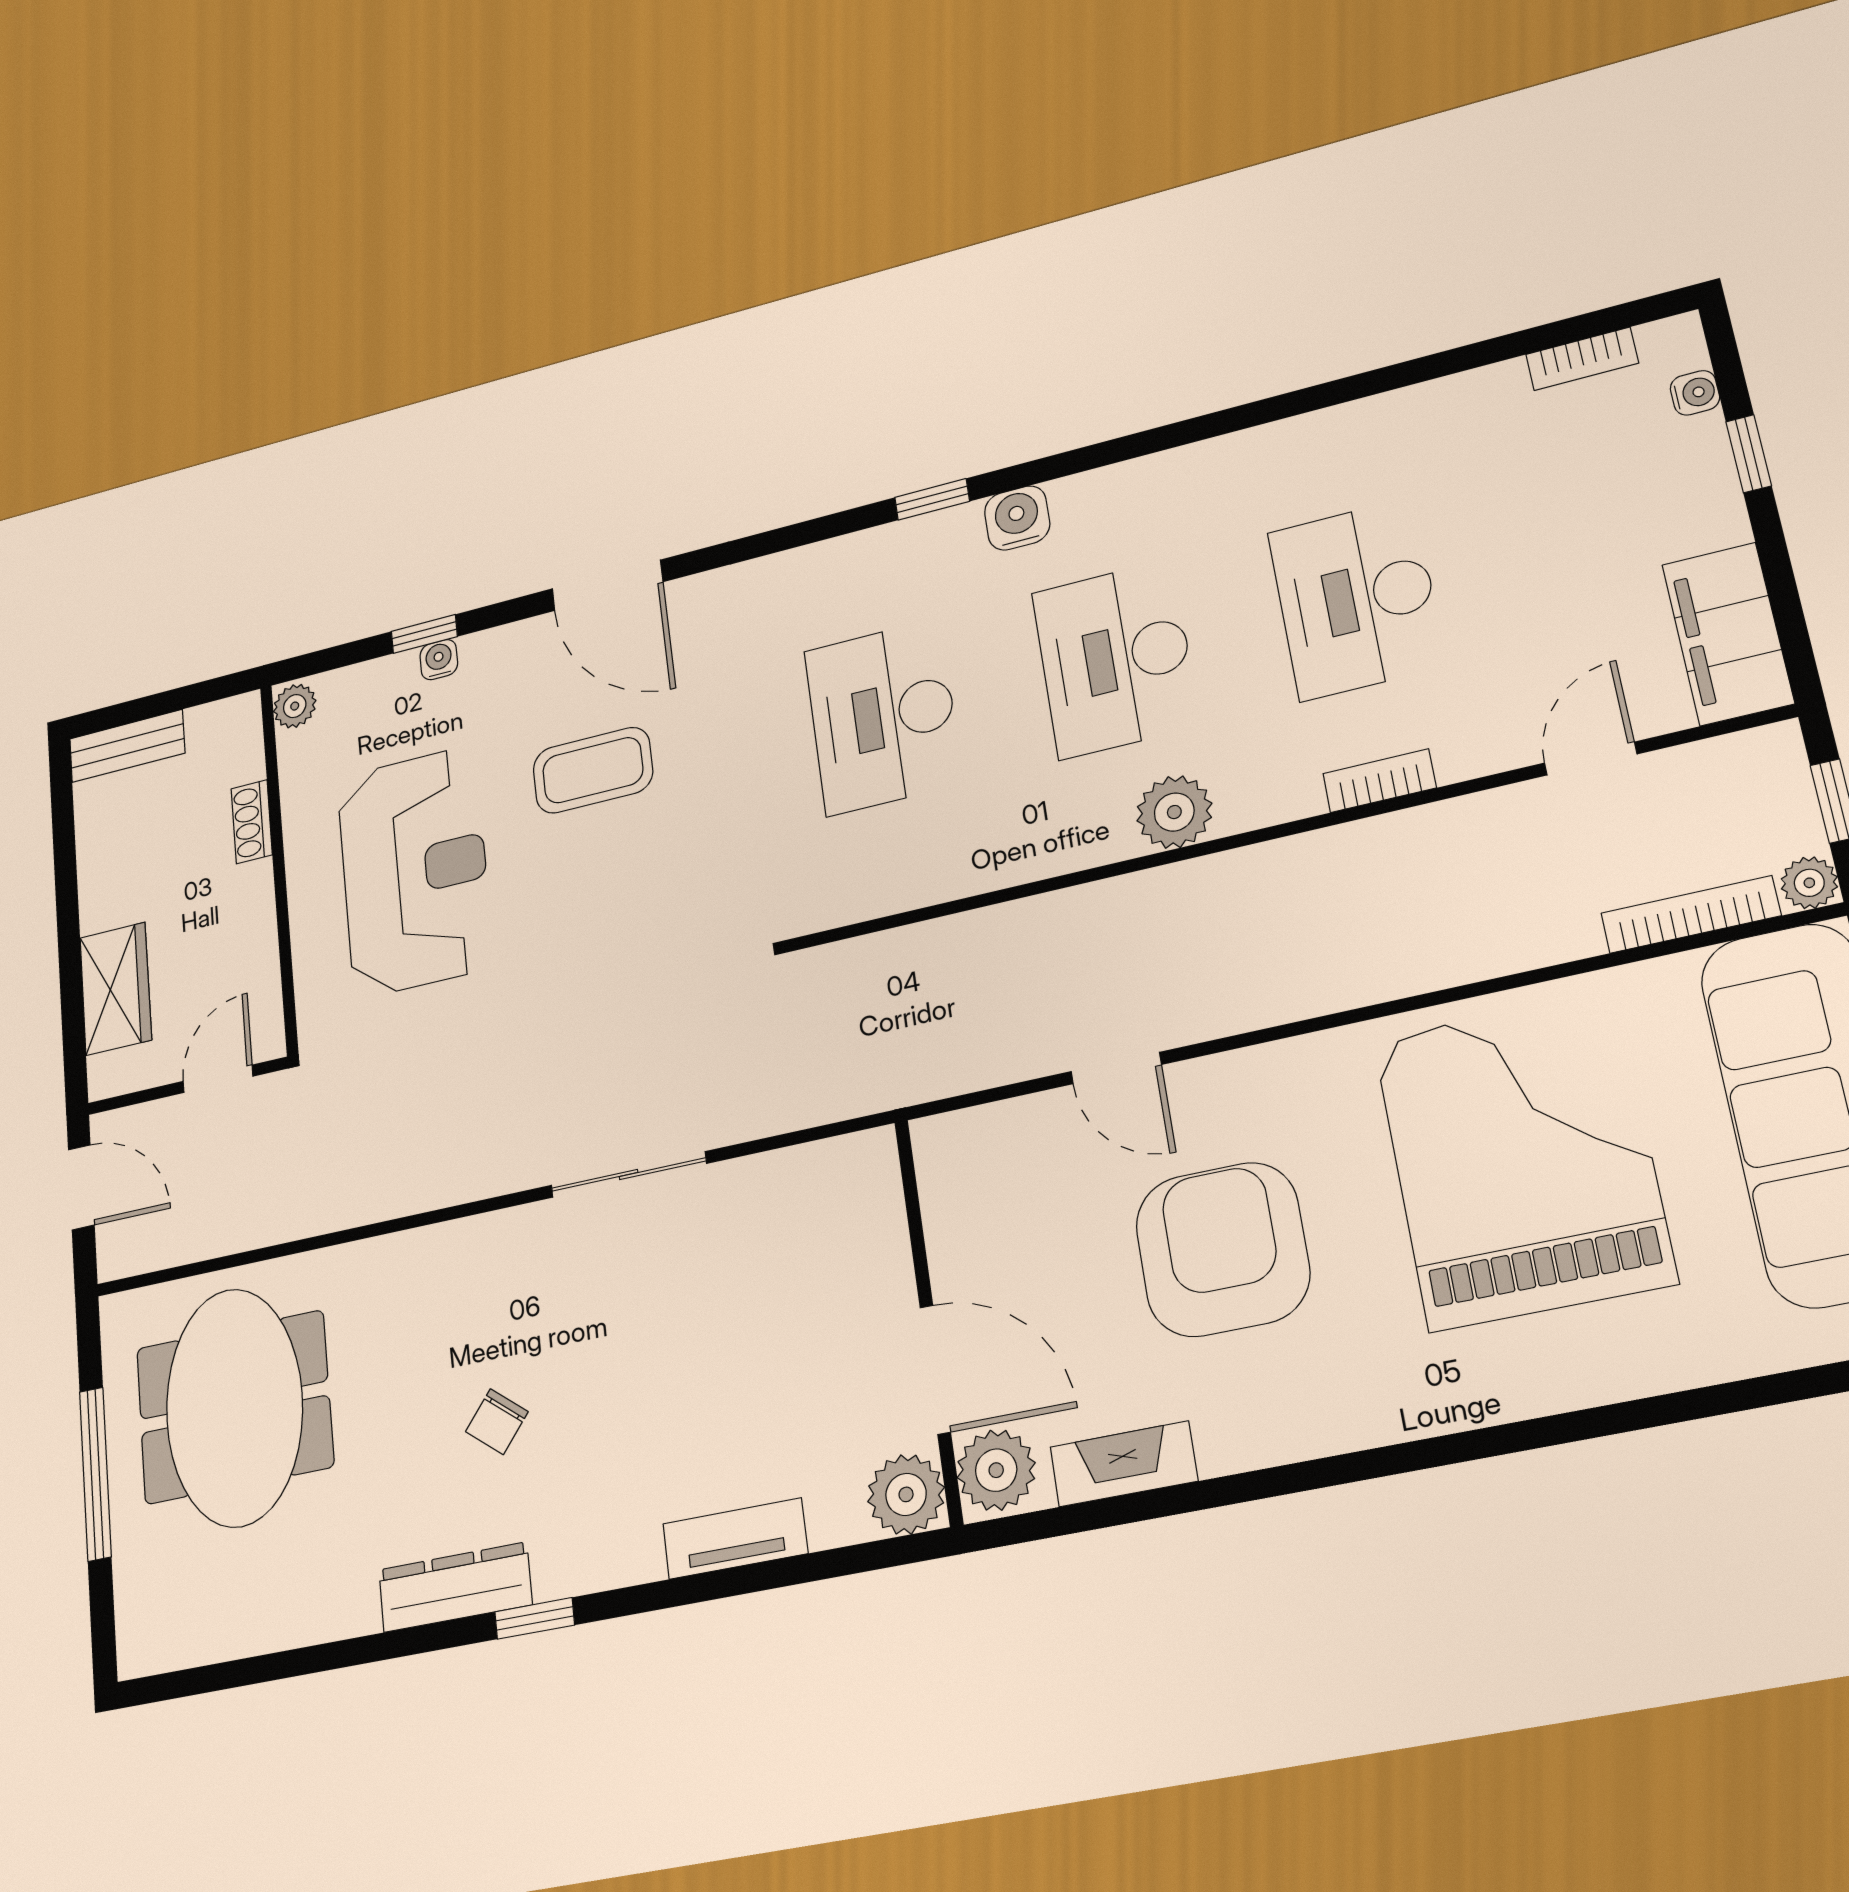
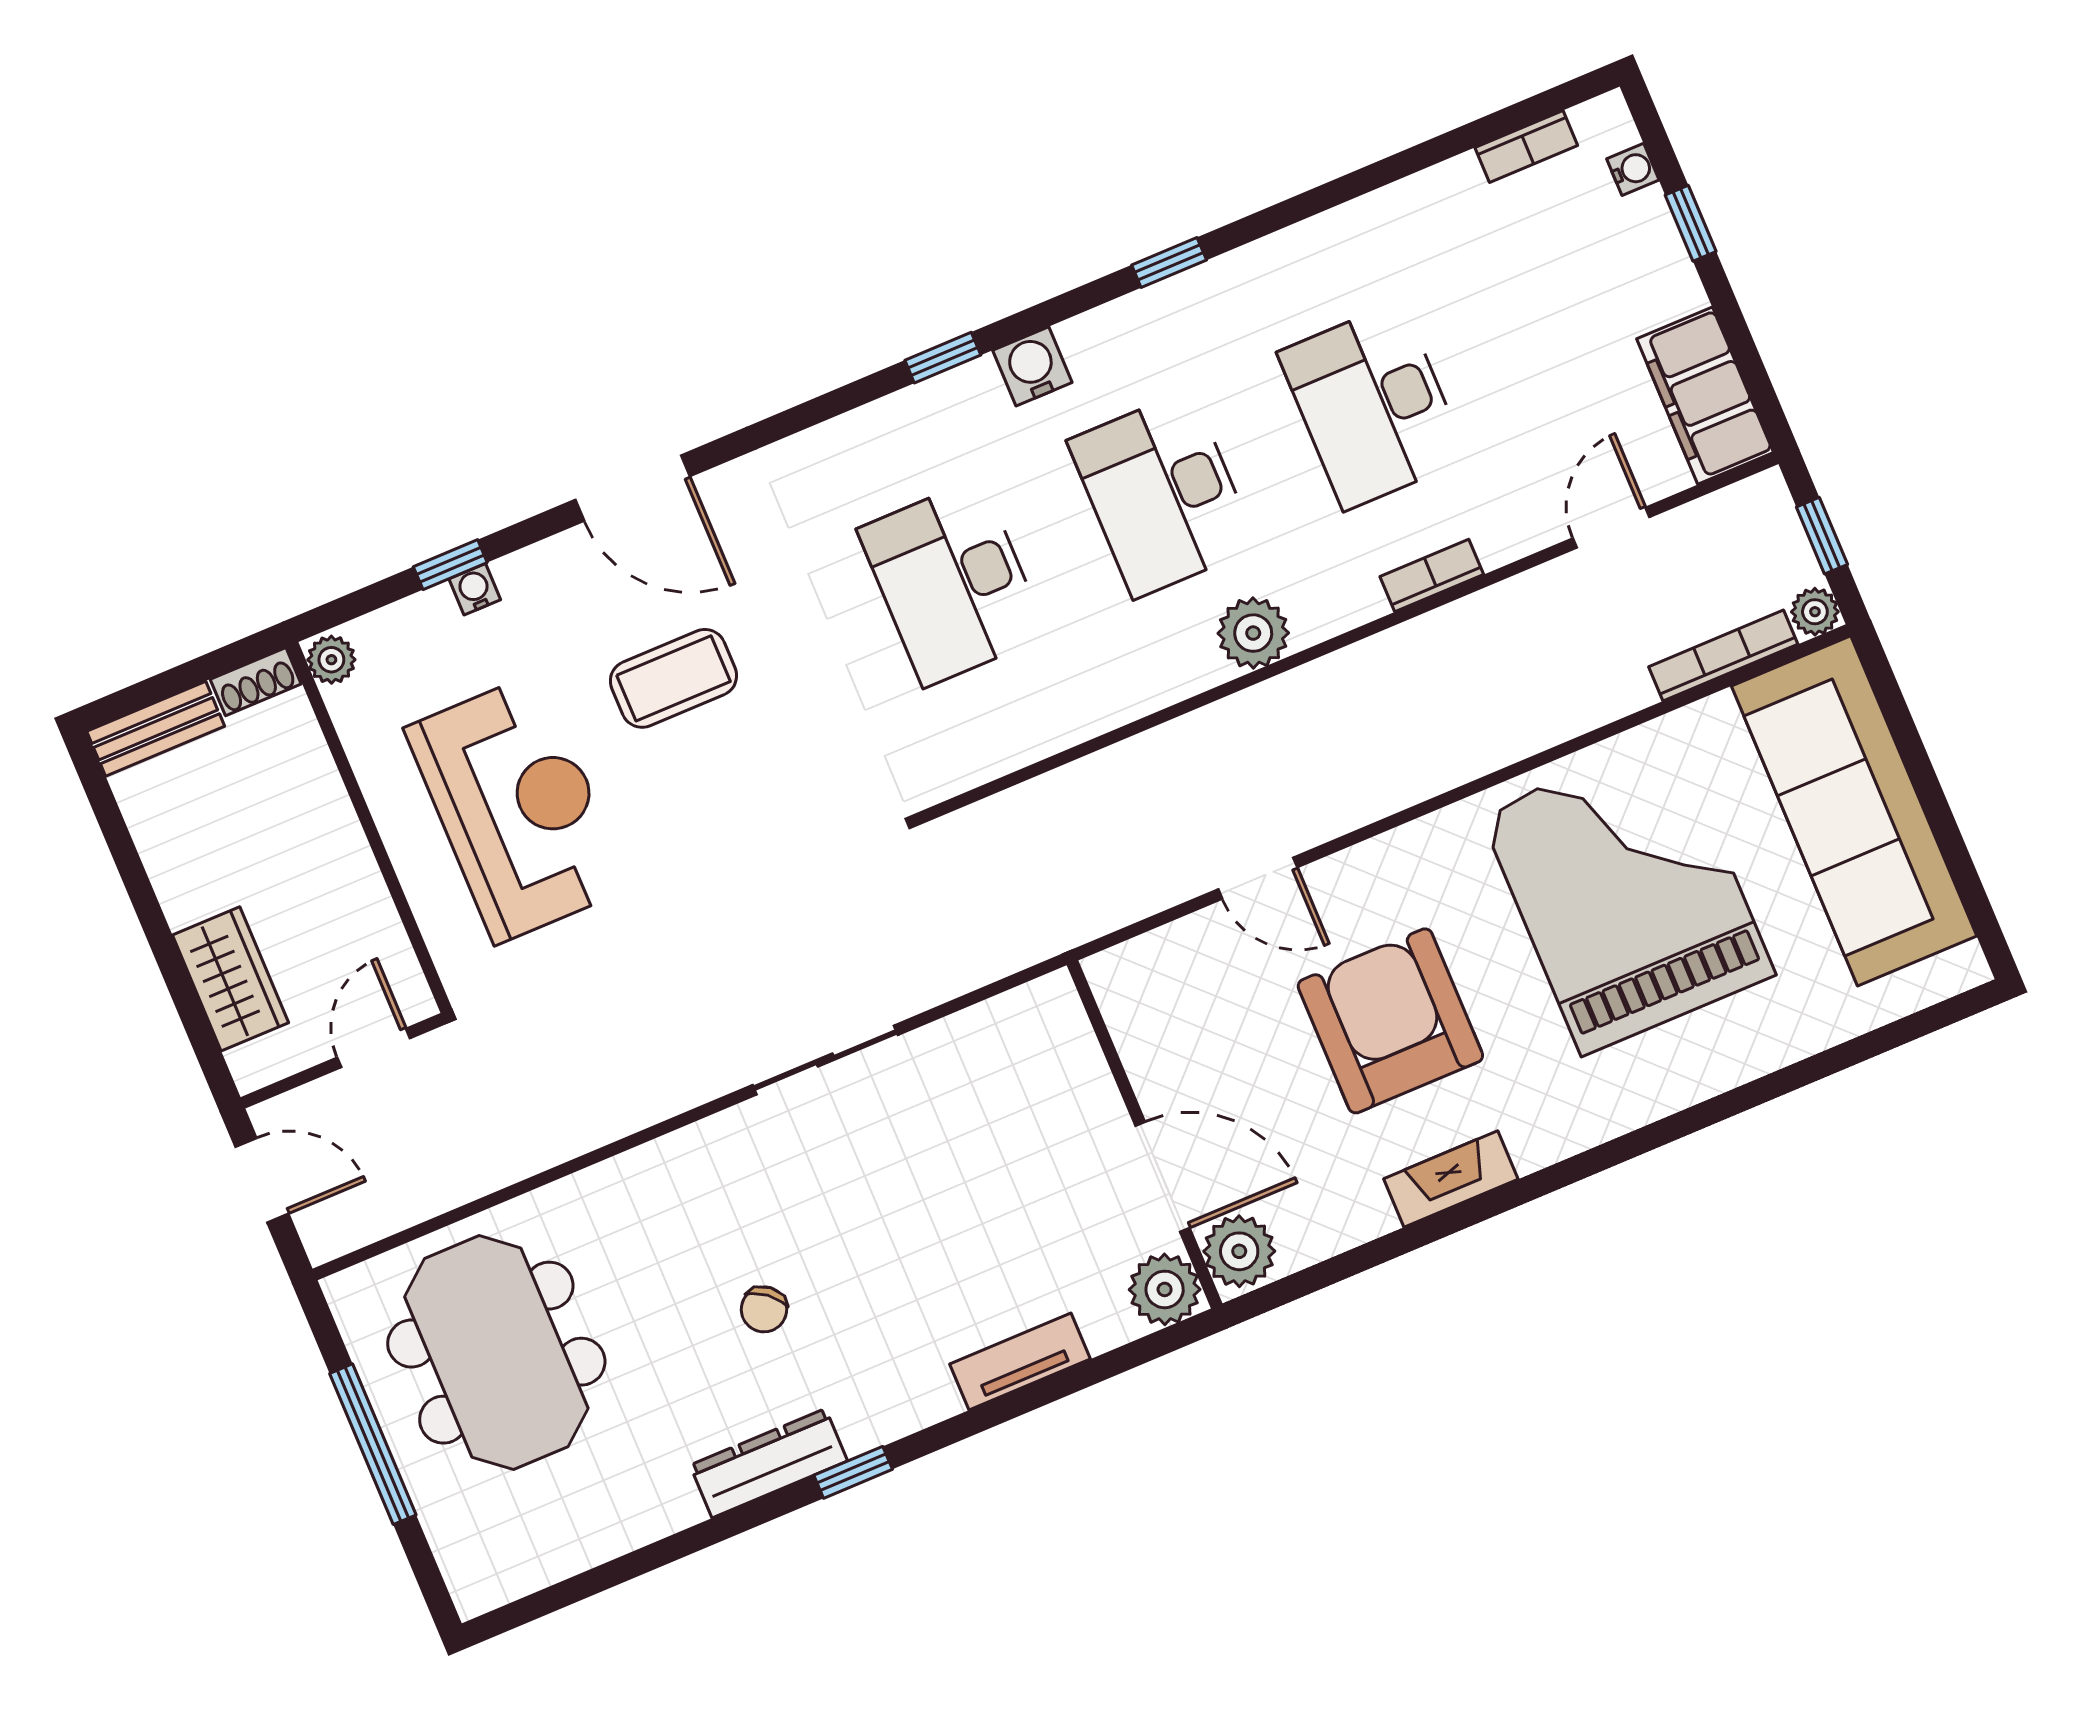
window: (1179, 434) -> (1169, 263), added
shoe rack: (252, 822) -> (256, 682), moved, turned -90
fireplace: (1124, 1464) -> (1451, 1179), moved

